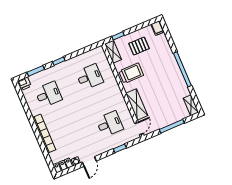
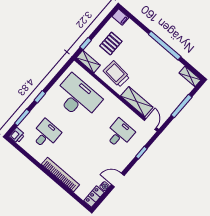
trolley: (131, 73) -> (116, 74), turned -85
desk: (89, 77) -> (77, 97), width x1.87, depth x1.30
door: (89, 161) -> (118, 180), swing flipped

